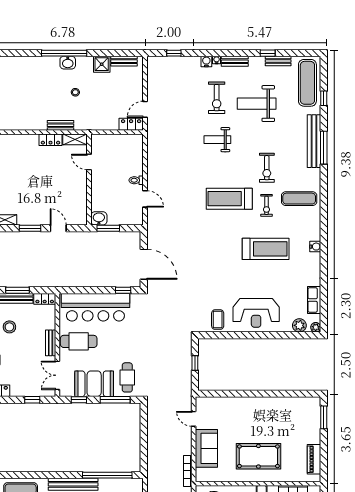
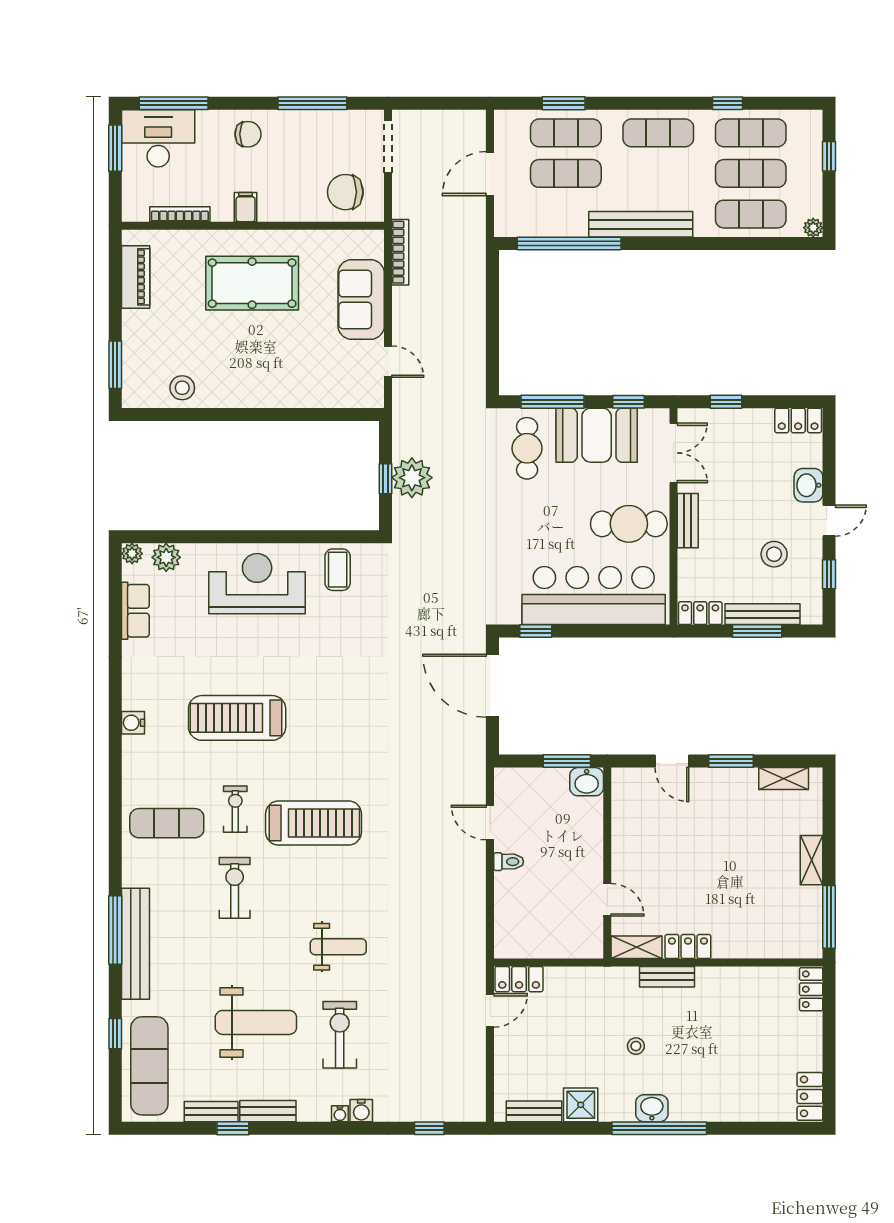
bench: (235, 61) -> (268, 1111), moved
plant: (182, 363) -> (412, 478), added
stool: (292, 406) -> (182, 388), added

